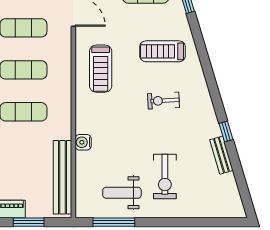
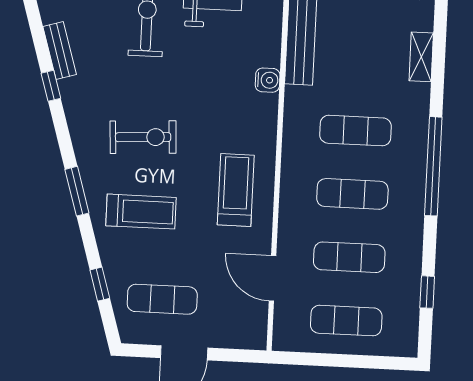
window: (205, 63) -> (77, 191), added
exercise bike: (164, 101) -> (143, 137), width x1.38, depth x1.39

